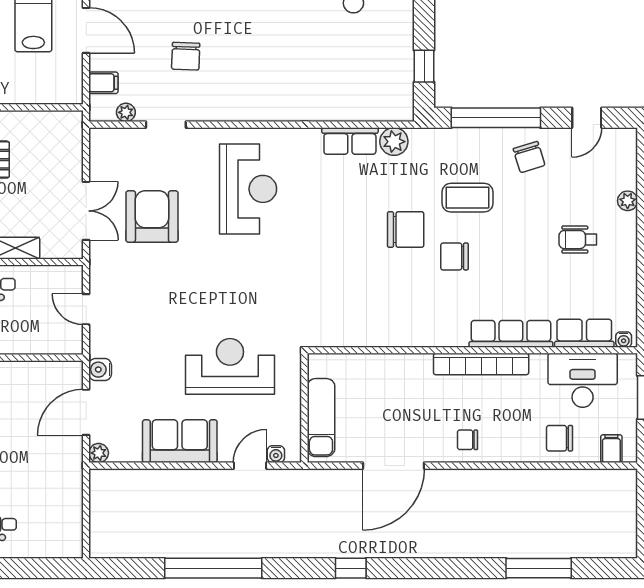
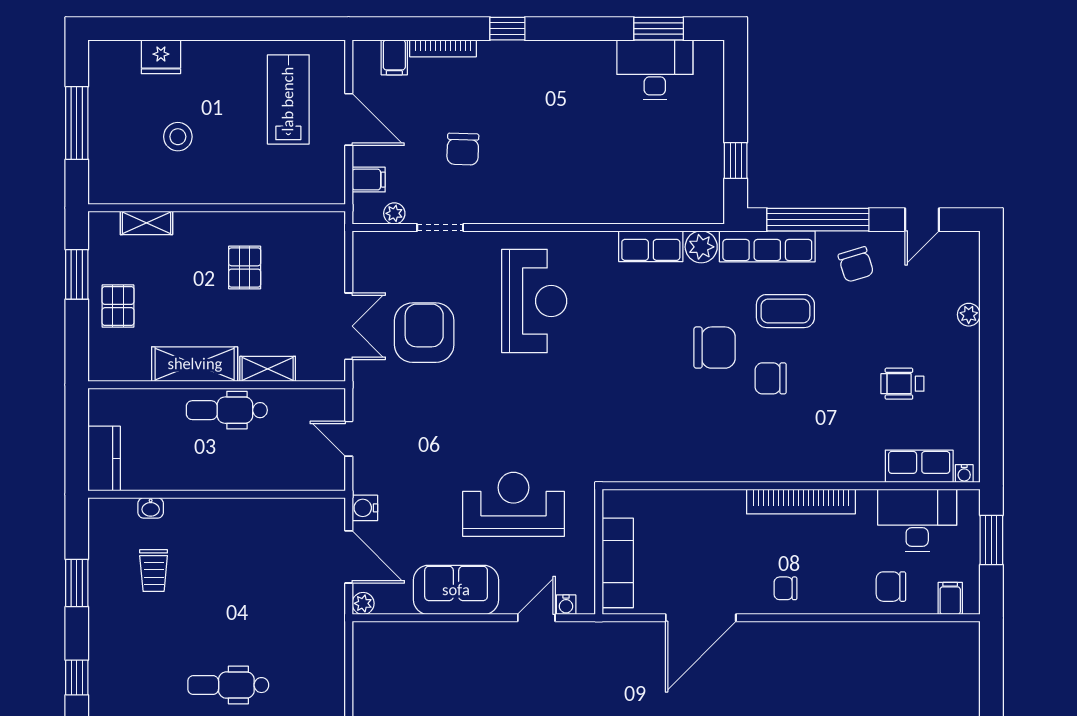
wheelchair: (578, 240) -> (902, 384), moved
row of seats: (511, 334) -> (767, 246), moved, turned 180
door: (86, 412) -> (349, 557), swing flipped

